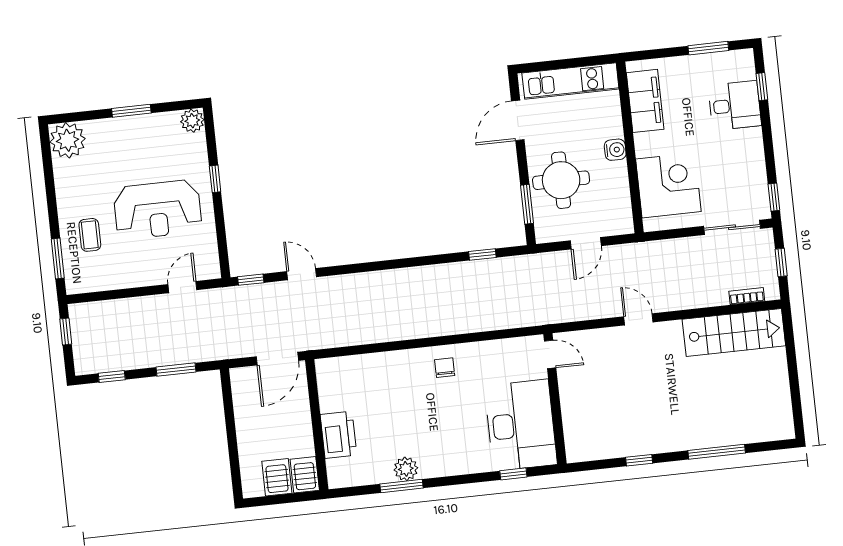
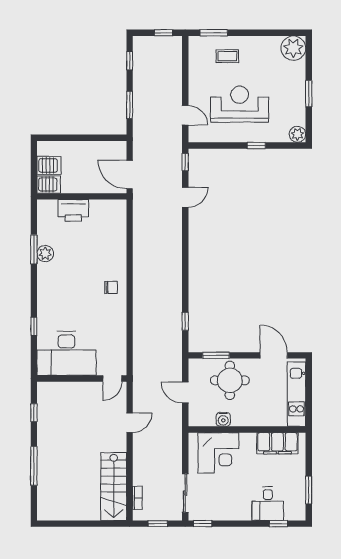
water cooler: (615, 150) -> (223, 419), moved
reception desk: (158, 210) -> (240, 104), turned 90
door: (550, 354) -> (112, 379), moved
wall: (555, 399) -> (82, 379), moved
desk: (521, 425) -> (66, 353), moved

